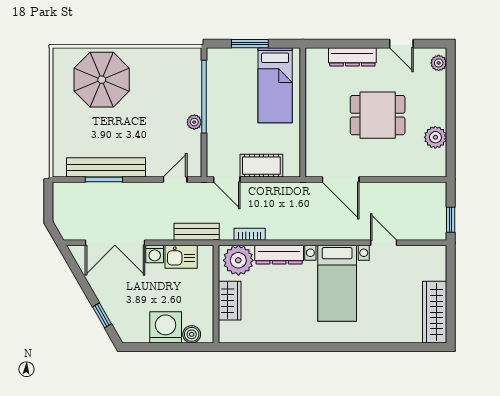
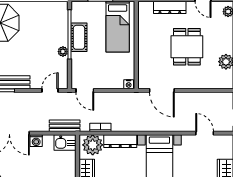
dining table: (378, 115) -> (187, 47), turned 90
cot: (261, 166) -> (79, 37), moved, turned 90
nightstand: (291, 170) -> (129, 84), added
door: (384, 243) -> (205, 133), moved
kitchen sink: (181, 257) -> (65, 143), moved

